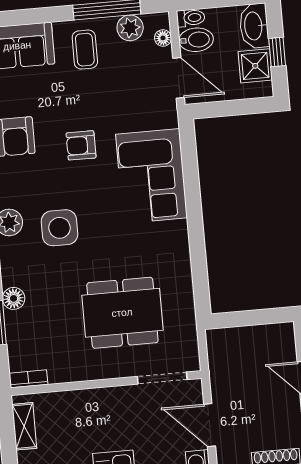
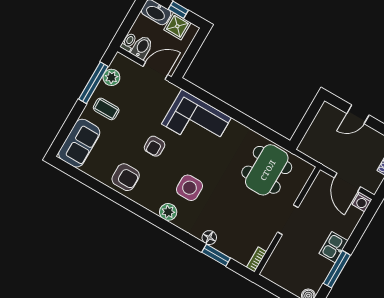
floor lamp: (163, 38) -> (129, 64), removed
dining table: (122, 313) -> (267, 170), moved
doorway: (162, 378) -> (288, 220), moved
door: (210, 425) -> (347, 182), hinge flipped
shelving: (24, 426) -> (280, 279), removed

